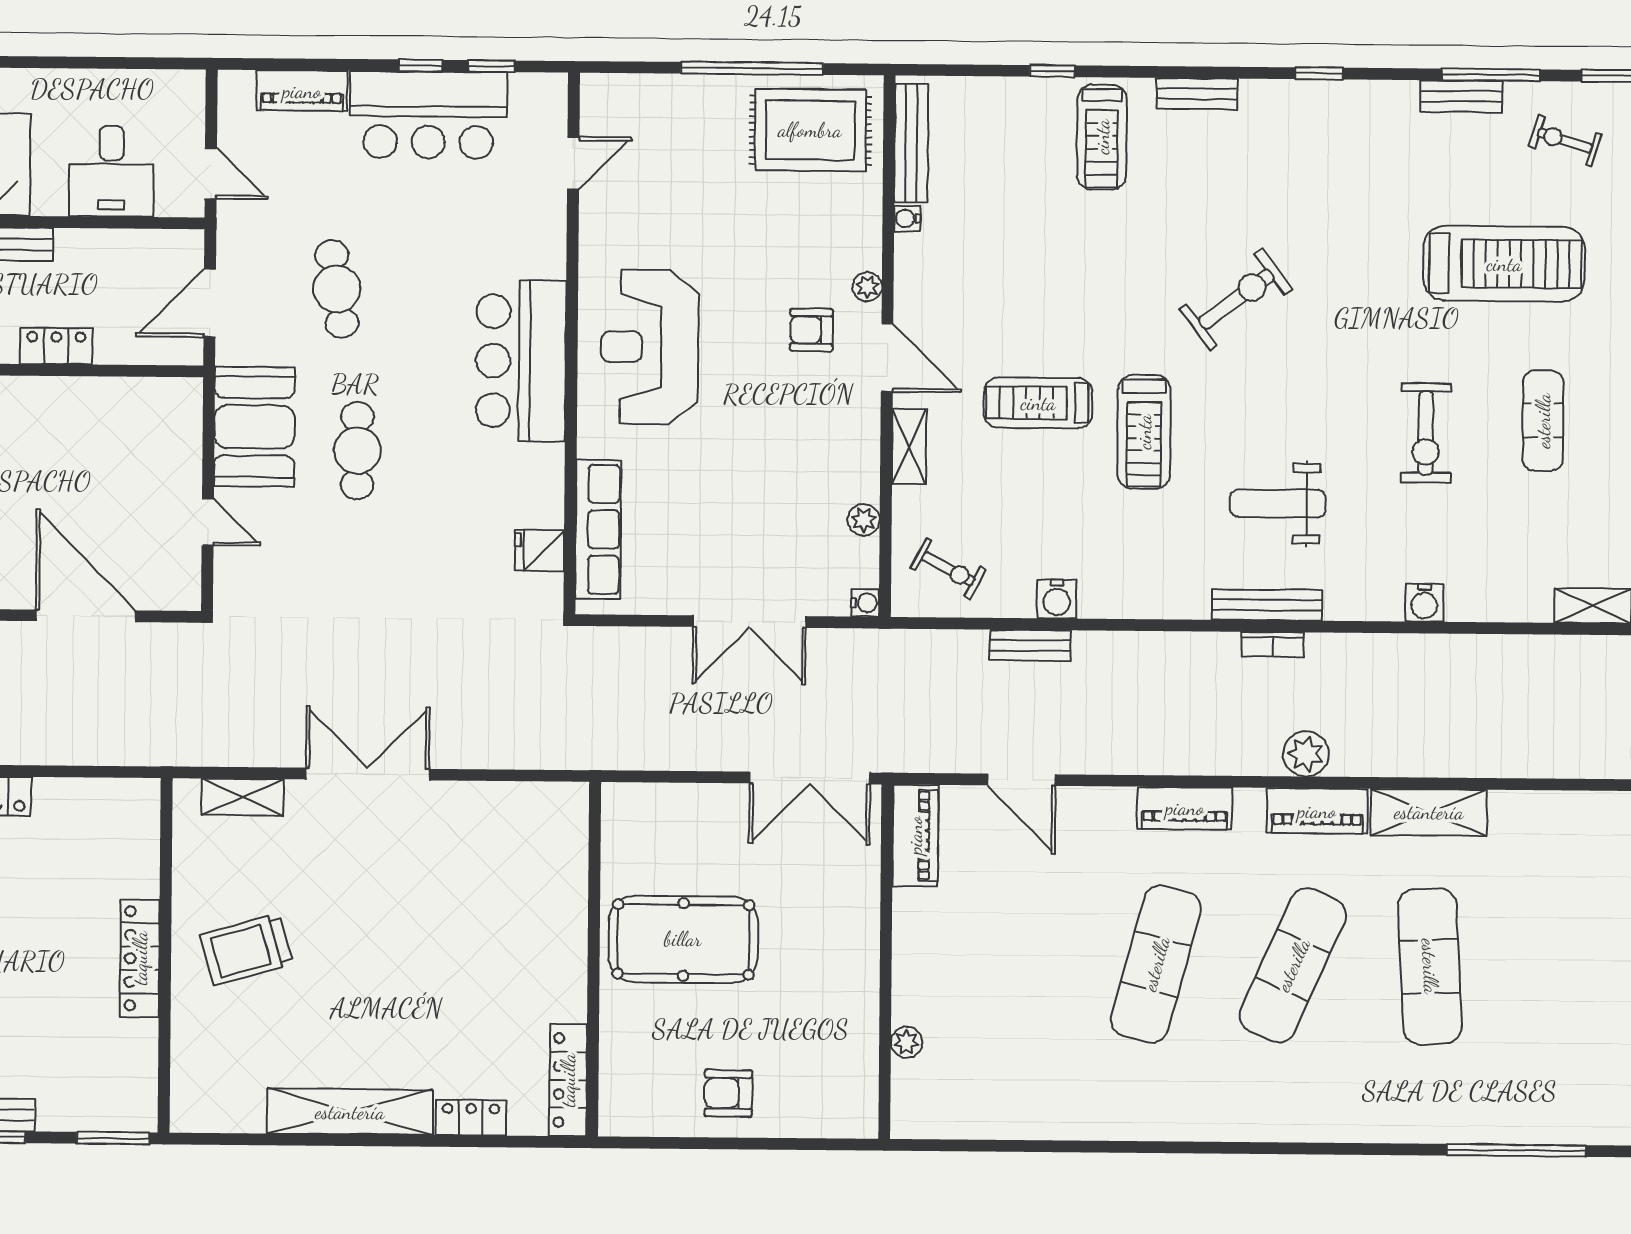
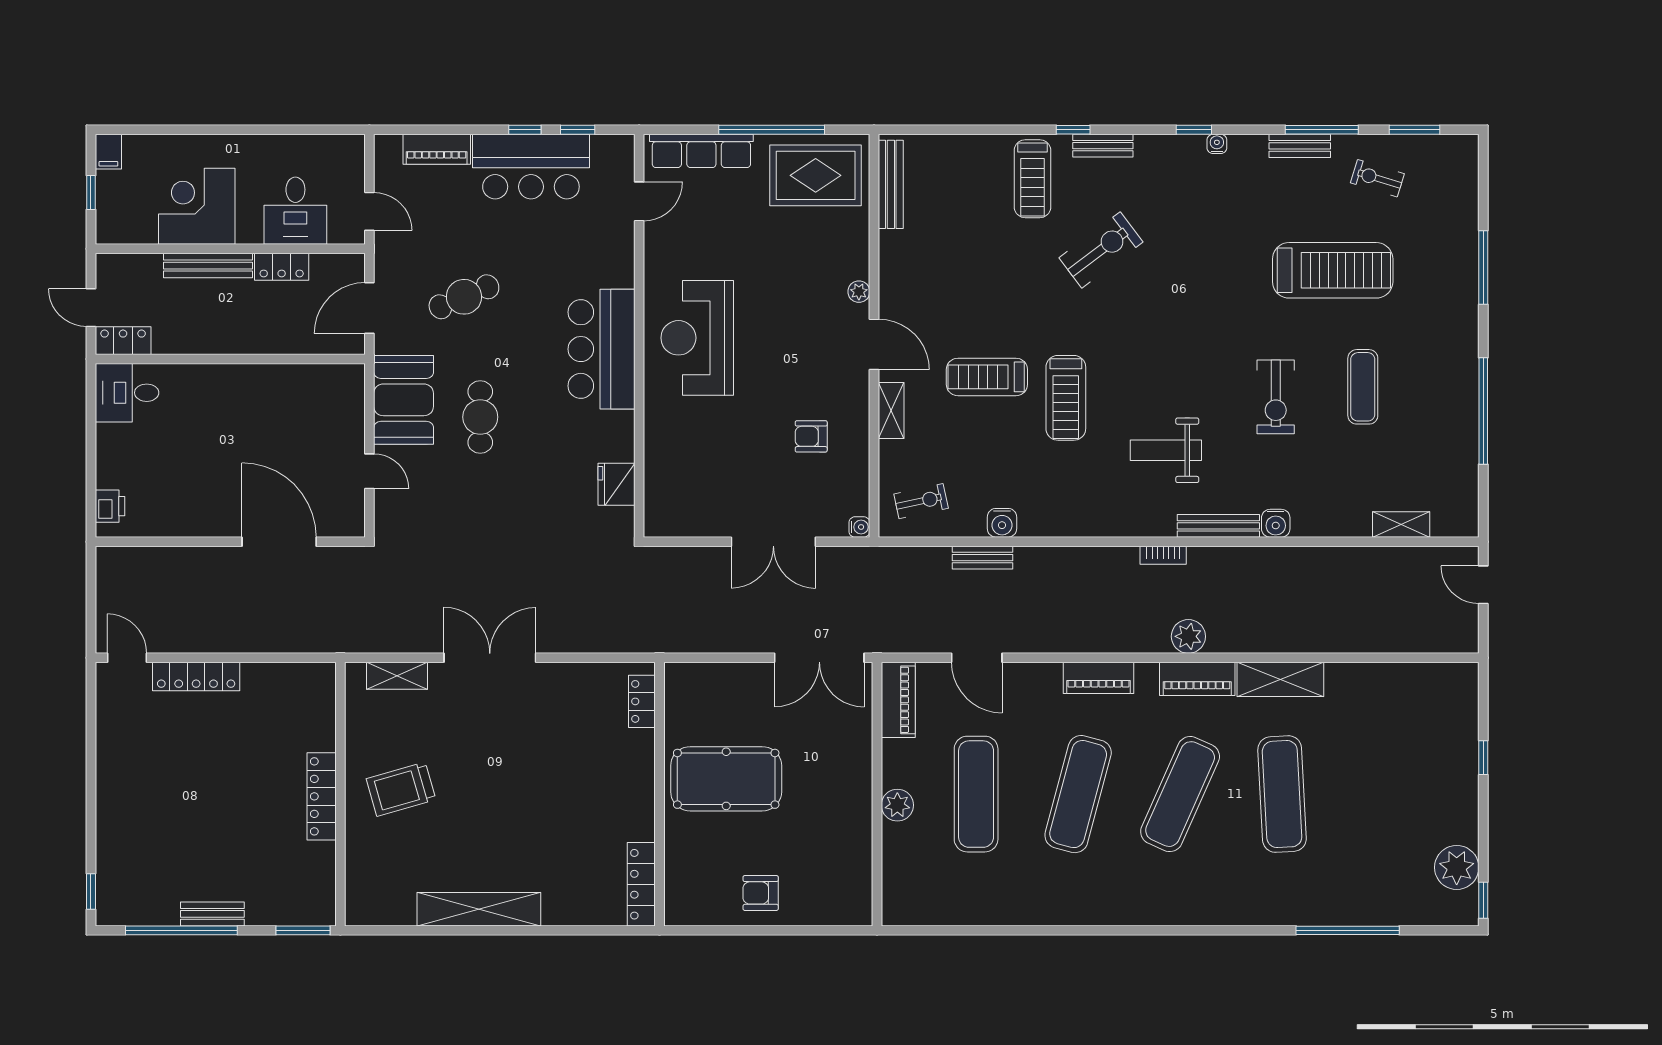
window: (1052, 71) -> (1073, 130), moved
water cooler: (907, 219) -> (1217, 144), moved, turned 90
cafe table: (337, 289) -> (464, 297), turned 76
exercise bike: (1236, 299) -> (1101, 250), moved
armchair: (811, 330) -> (811, 436), moved
locker: (56, 346) -> (282, 267), moved, turned 180
plant: (864, 520) -> (858, 465), removed
row of seats: (598, 529) -> (701, 151), moved, turned 90
fridge: (539, 551) -> (617, 484), width x1.38
exercise bike: (948, 569) -> (921, 501), turned -40
bench: (1267, 605) -> (1218, 526), moved
exercise mat: (1019, 963) -> (976, 794), added
plant: (906, 1042) -> (897, 805), moved, width x1.38, depth x1.38
locker: (471, 1118) -> (642, 701), moved, turned -90

